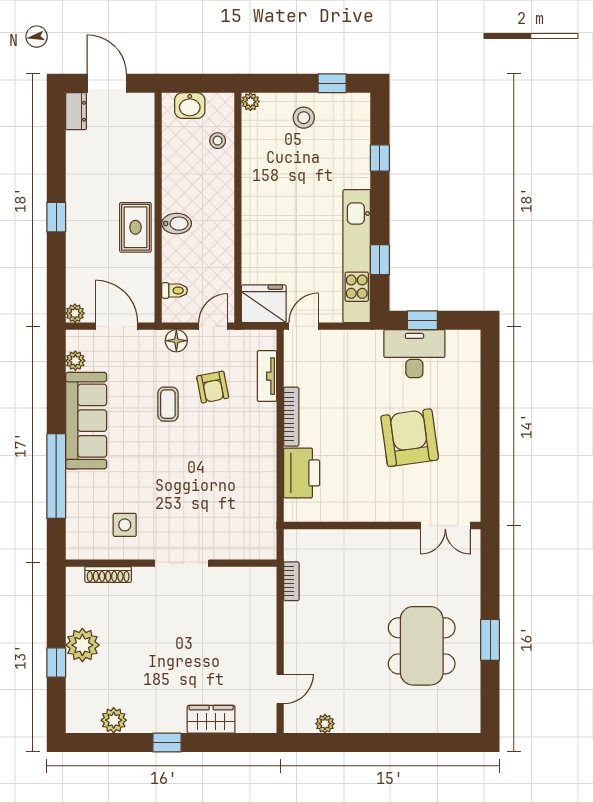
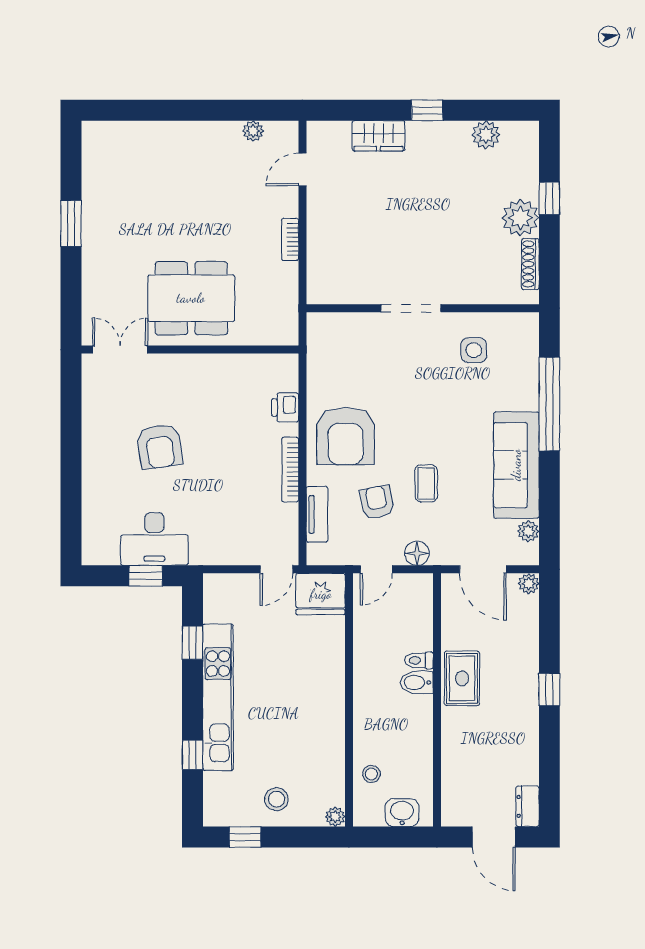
kitchen unit: (357, 256) -> (218, 697), moved
toilet: (175, 290) -> (419, 660), moved
armchair: (410, 438) -> (160, 446), width x0.73, depth x0.73
armchair: (241, 447) -> (346, 436), added
printer: (302, 473) -> (285, 407), width x0.53, depth x0.68
shoe rack: (108, 574) -> (530, 264), moved, turned -90
bookcase: (291, 581) -> (290, 239), moved
dining table: (422, 646) -> (191, 298), moved, turned 90

